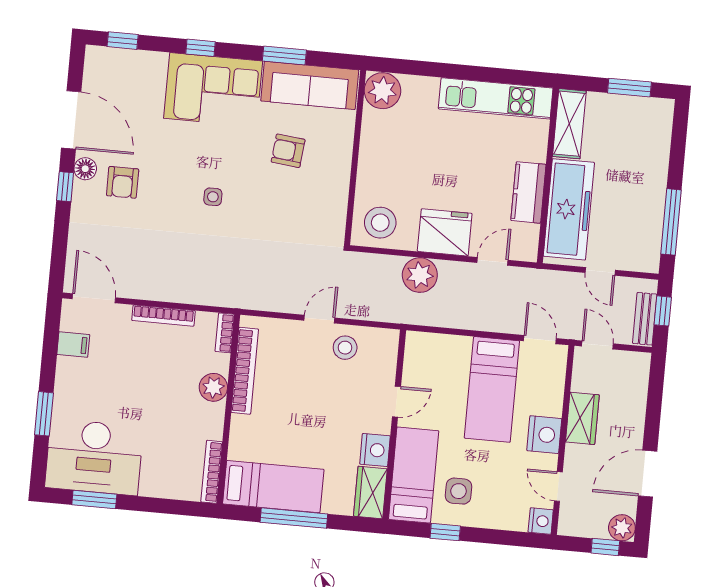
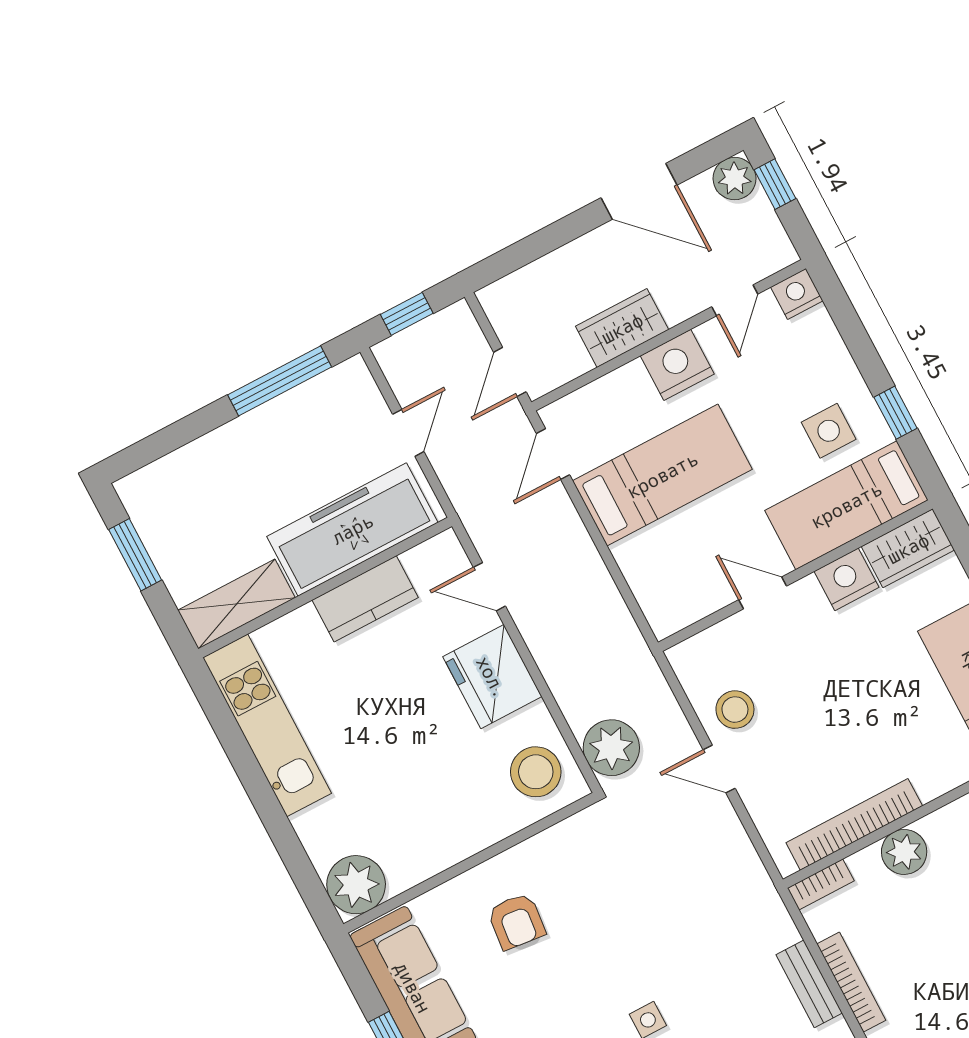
armchair: (288, 151) -> (516, 921), moved
plant: (420, 275) -> (611, 748), moved
bench: (645, 319) -> (809, 984), moved, turned 90

